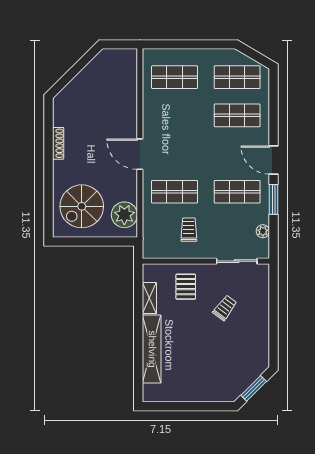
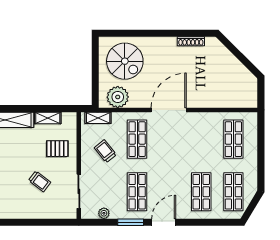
shoe rack: (58, 143) -> (191, 41), moved
door: (140, 154) -> (169, 110), width x1.36
spiral stairs: (82, 206) -> (125, 61), turned 180
trolley: (189, 230) -> (105, 151), turned -129
shelving: (149, 238) -> (98, 118), added

